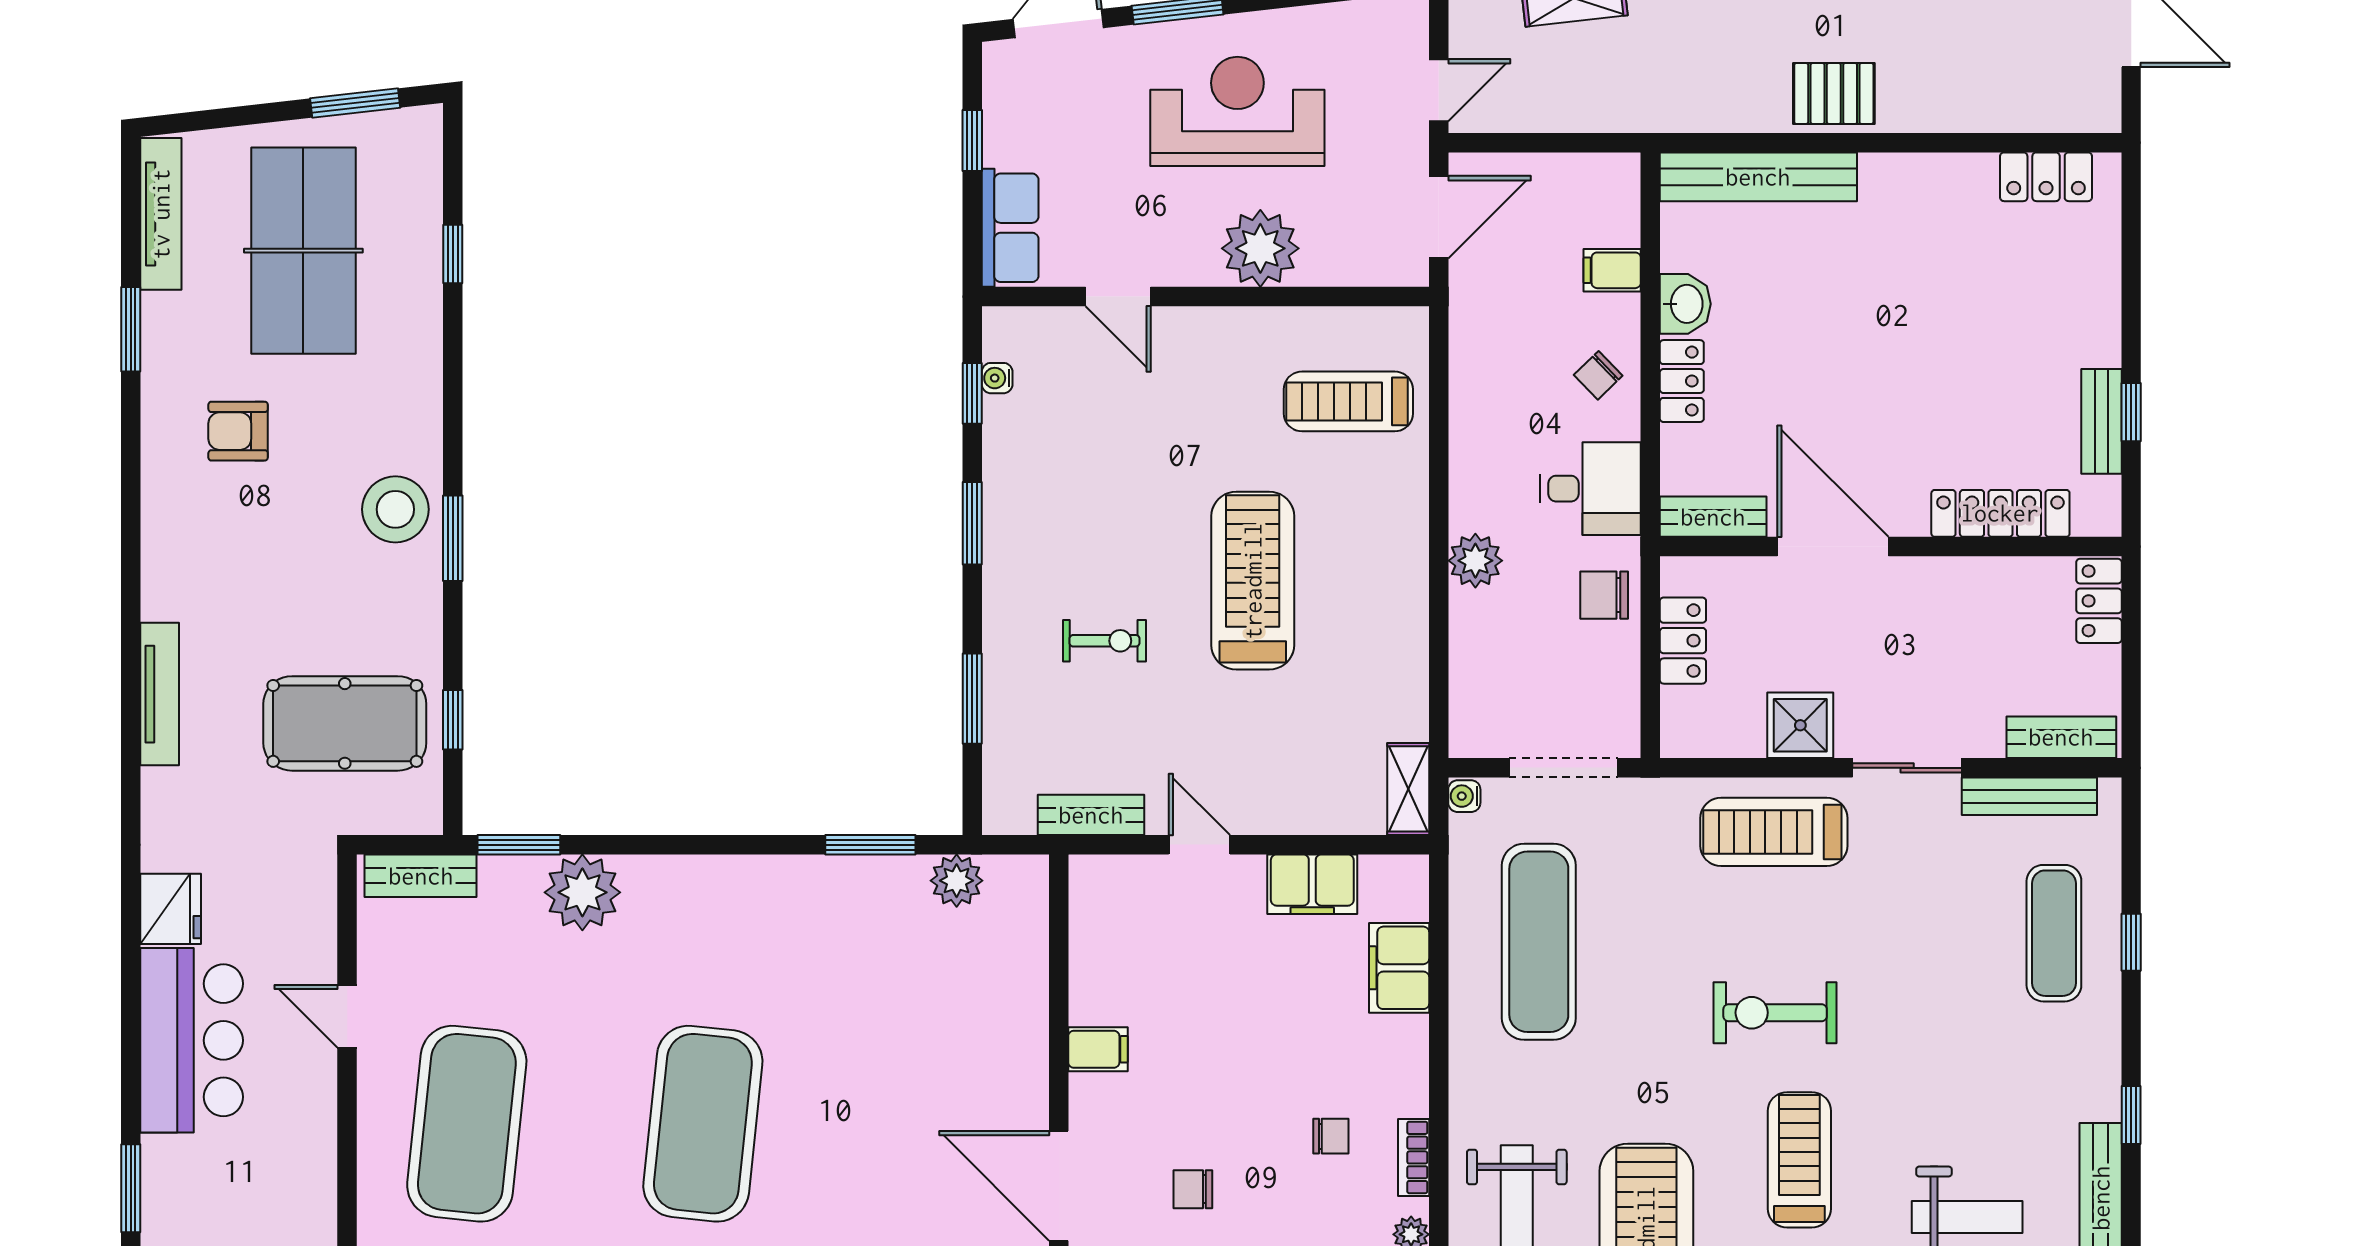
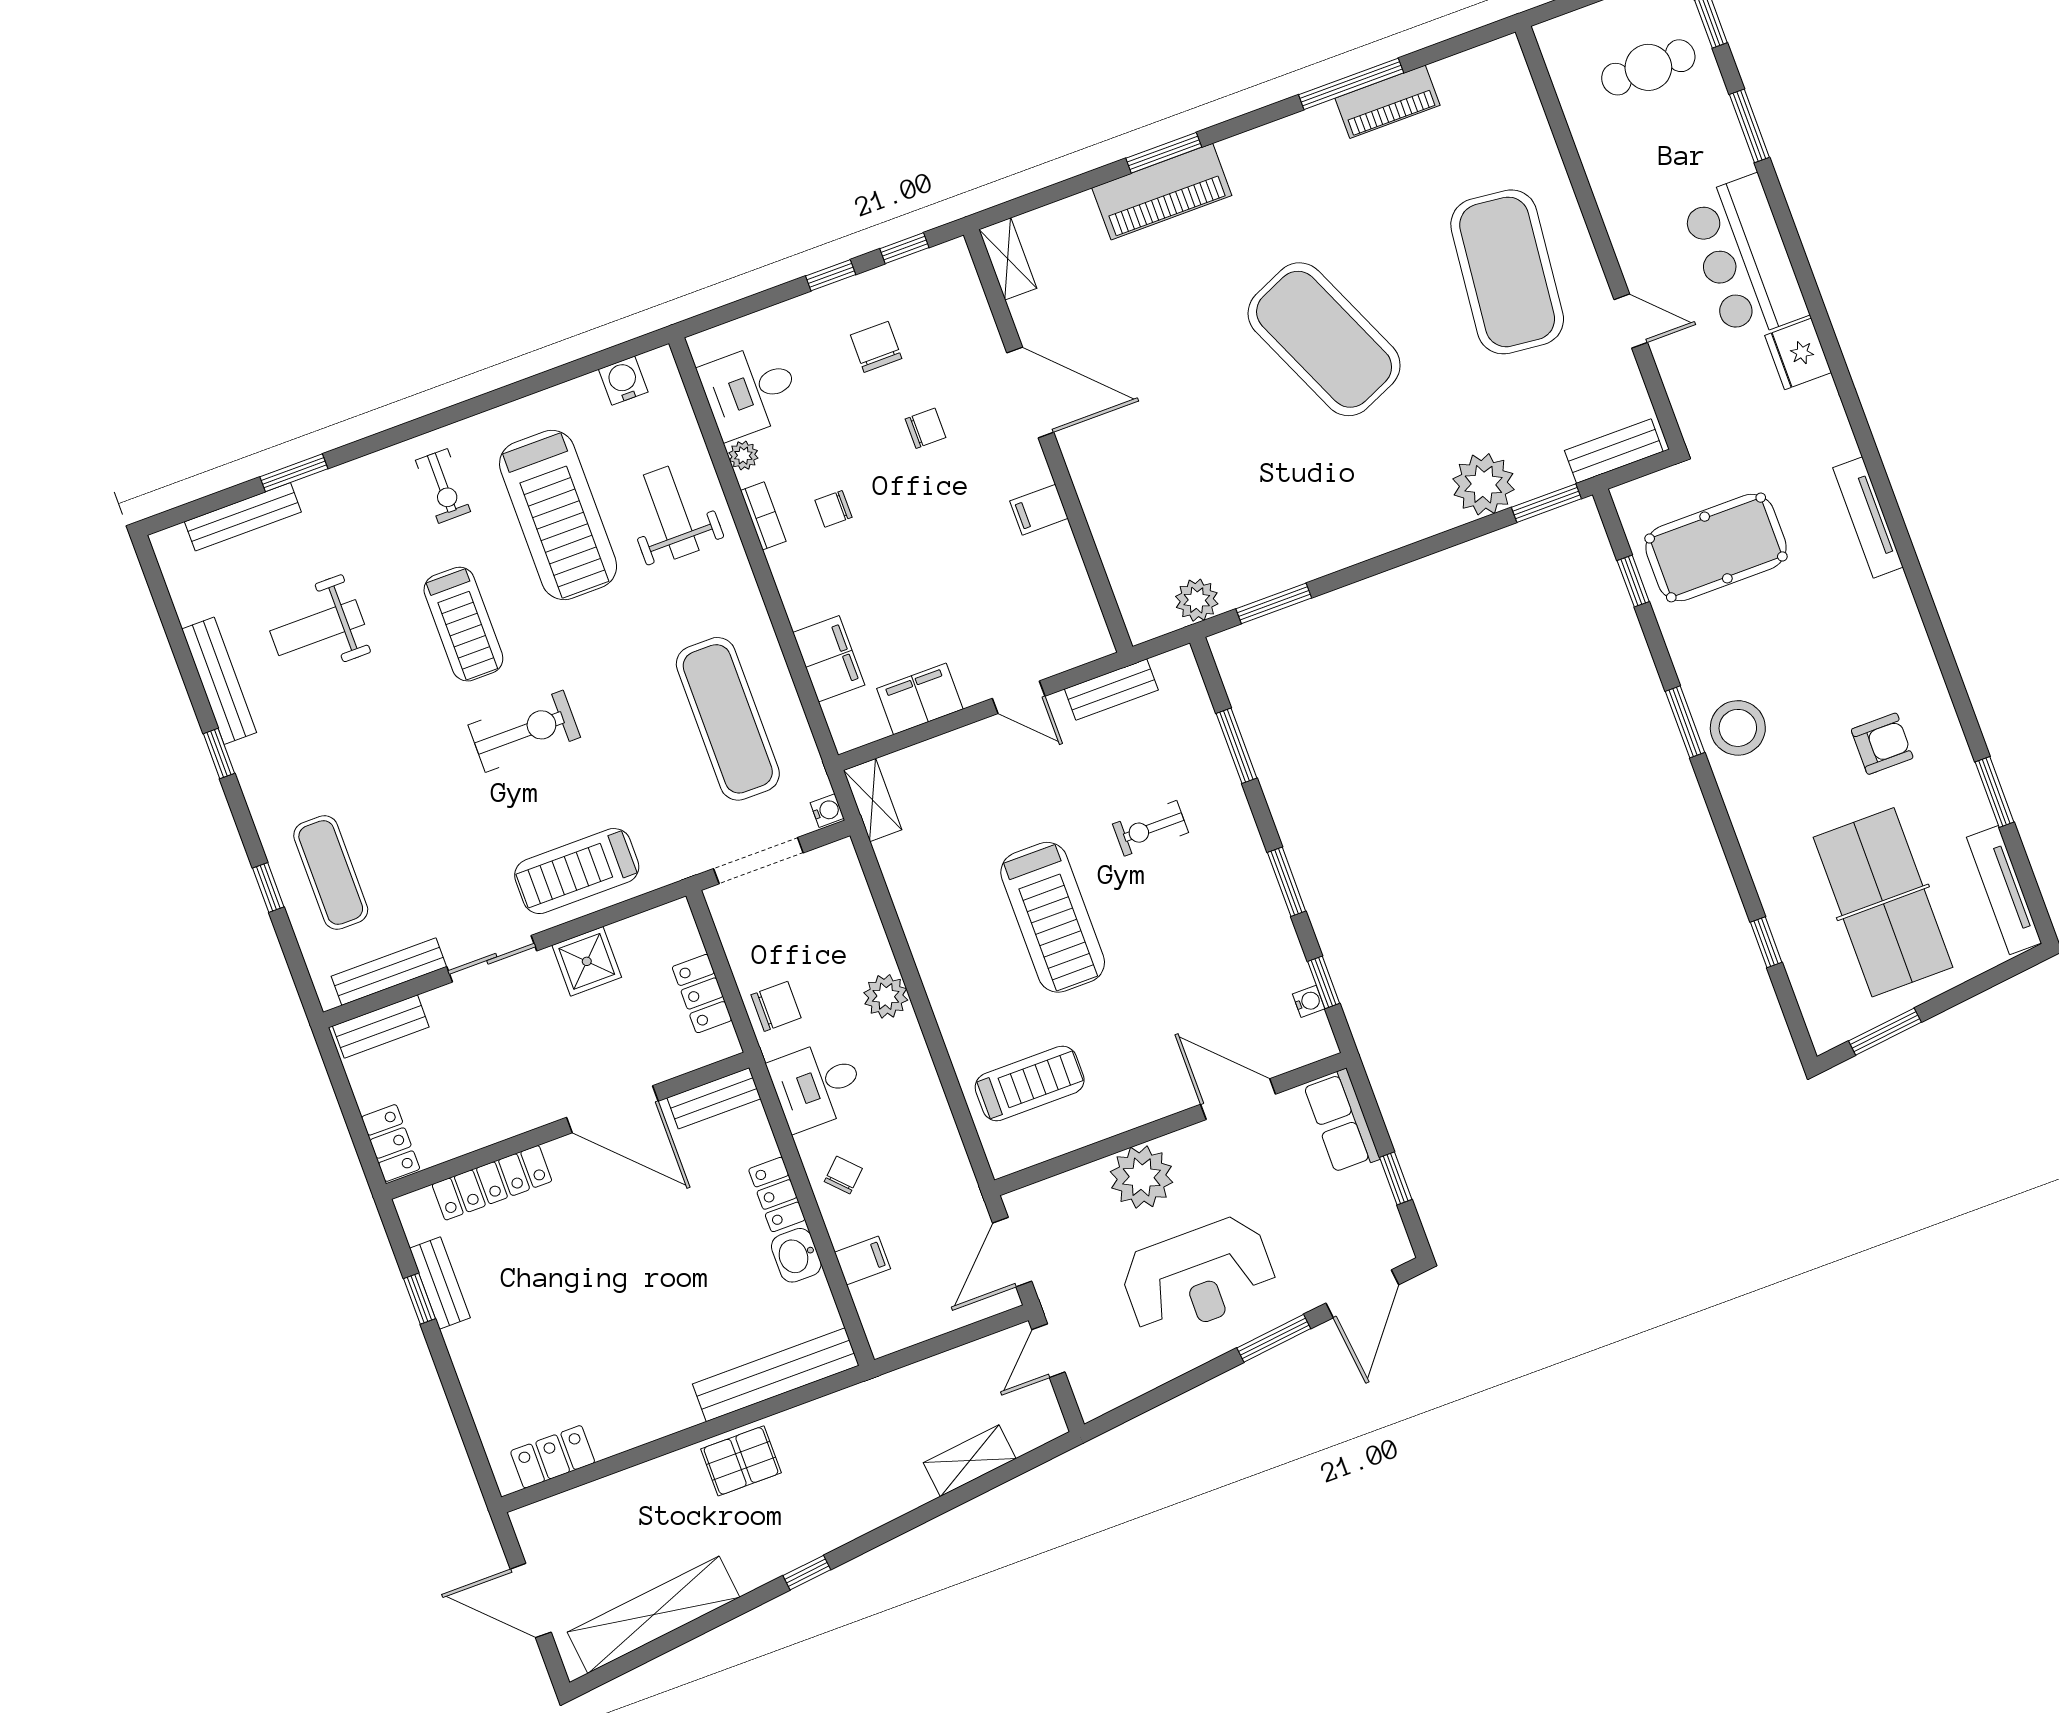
door: (1118, 297) -> (1238, 1099), width x1.38
treadmill: (1774, 832) -> (577, 871), turned 180
exercise mat: (703, 1124) -> (1324, 339), turned -30

